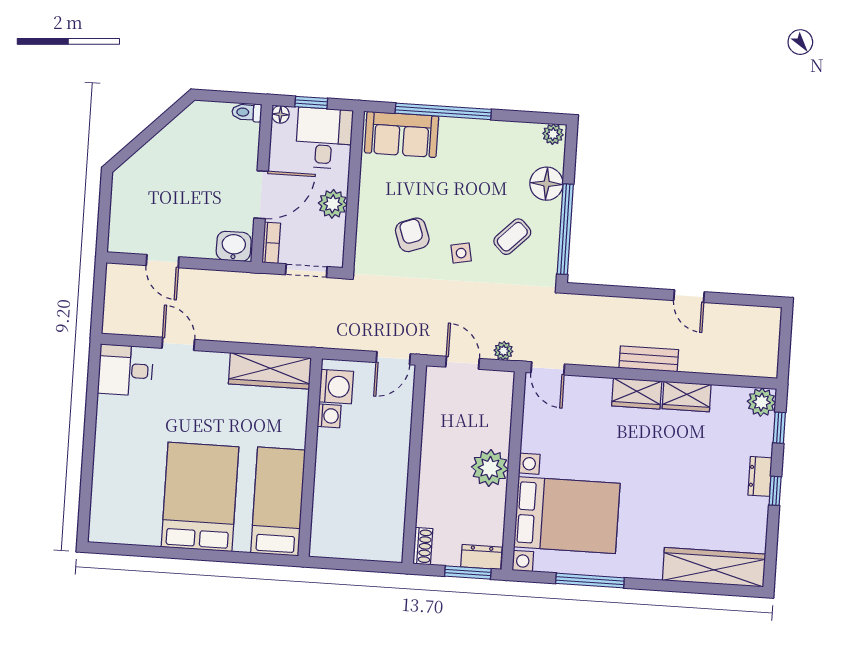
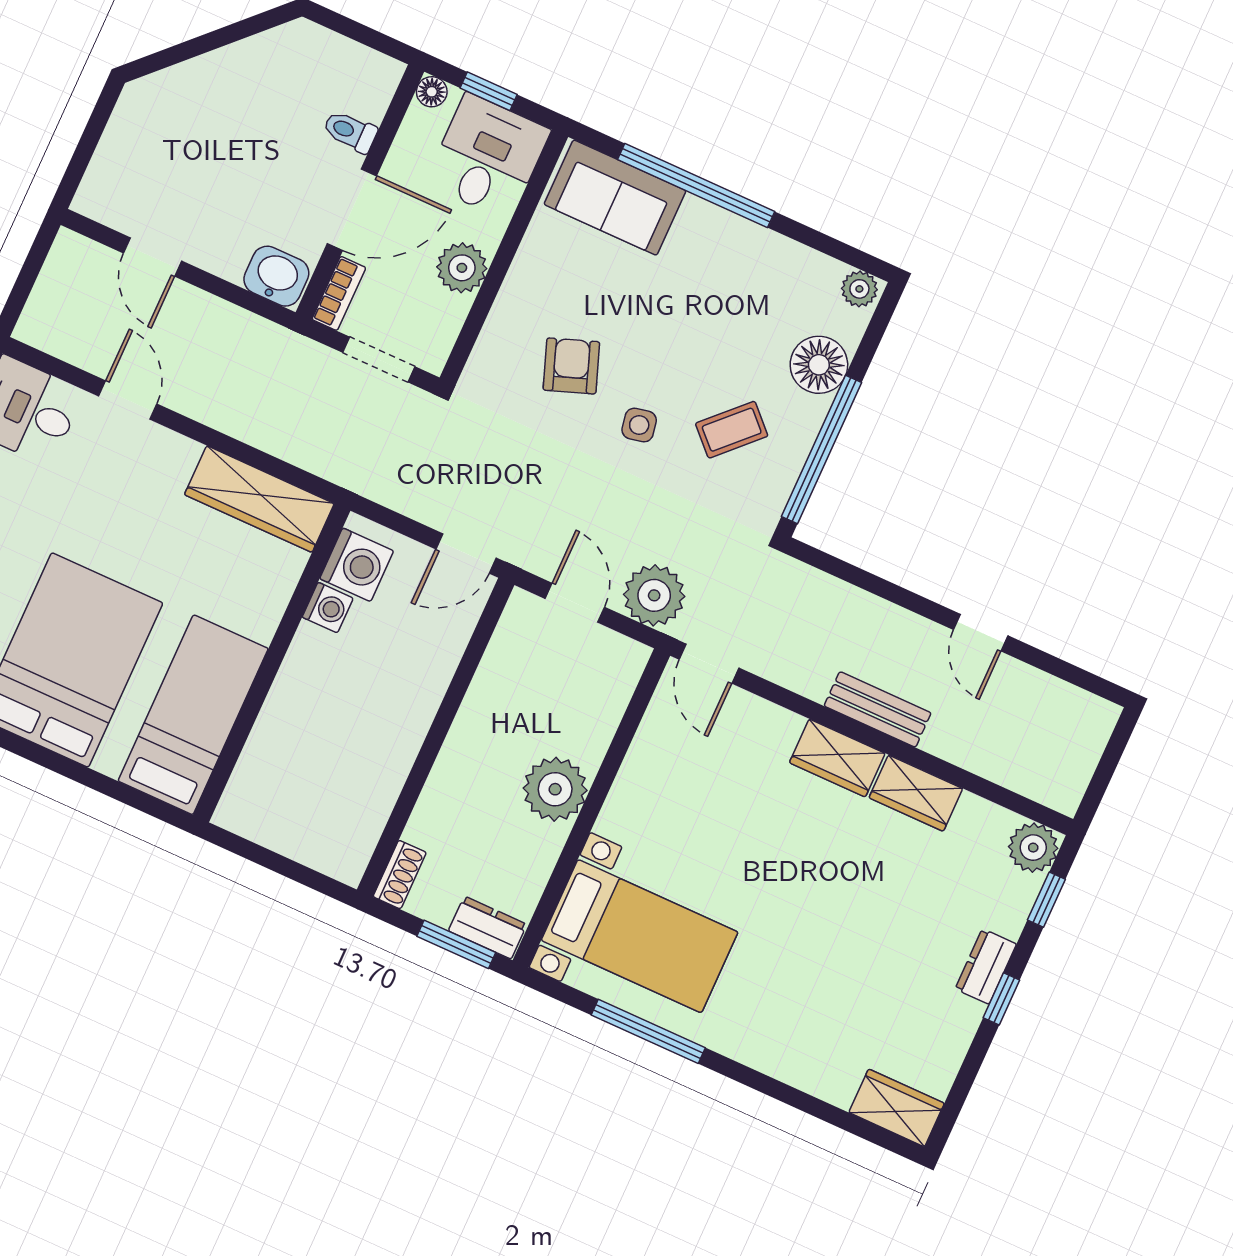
toilet: (247, 112) -> (350, 131), moved
plant: (503, 351) -> (654, 595), width x1.88, depth x1.88
bed with nightstands: (567, 515) -> (640, 936), width x0.73
wardrobe: (714, 567) -> (897, 1108), width x0.48, depth x0.85

